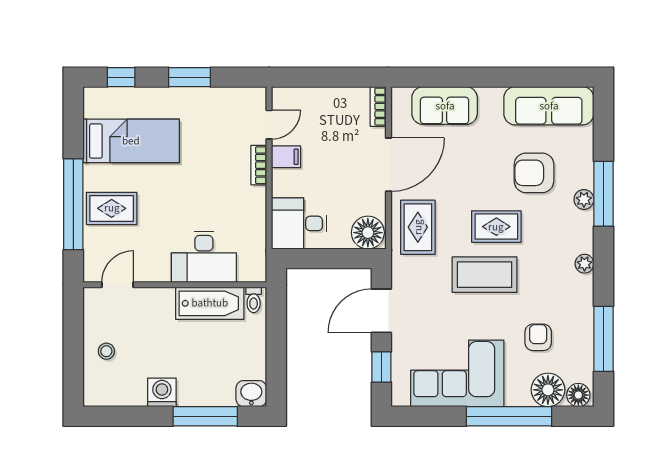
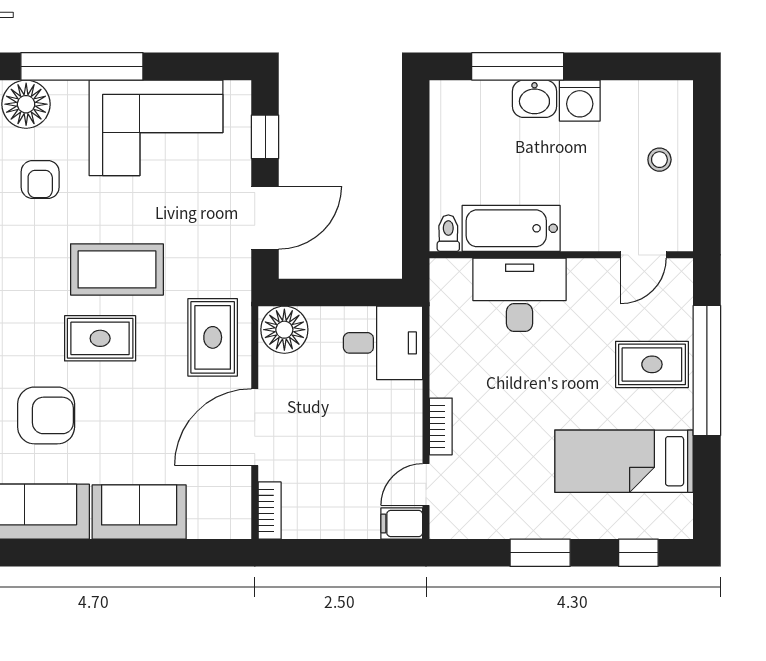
sofa: (445, 106) -> (139, 512), moved
filing cabinet: (286, 157) -> (402, 523), moved
washbasin: (251, 394) -> (534, 99), moved

